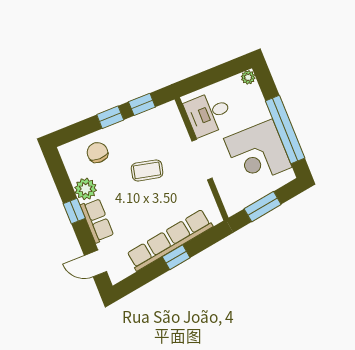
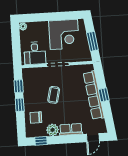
window: (285, 129) -> (56, 16), removed
window: (74, 211) -> (41, 141), moved

